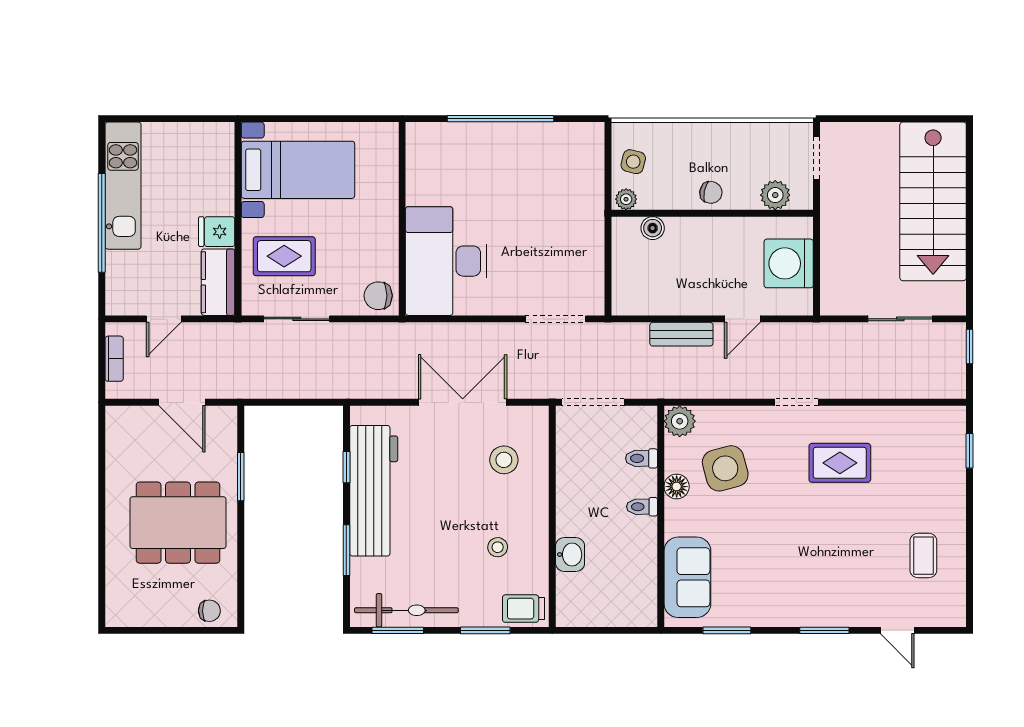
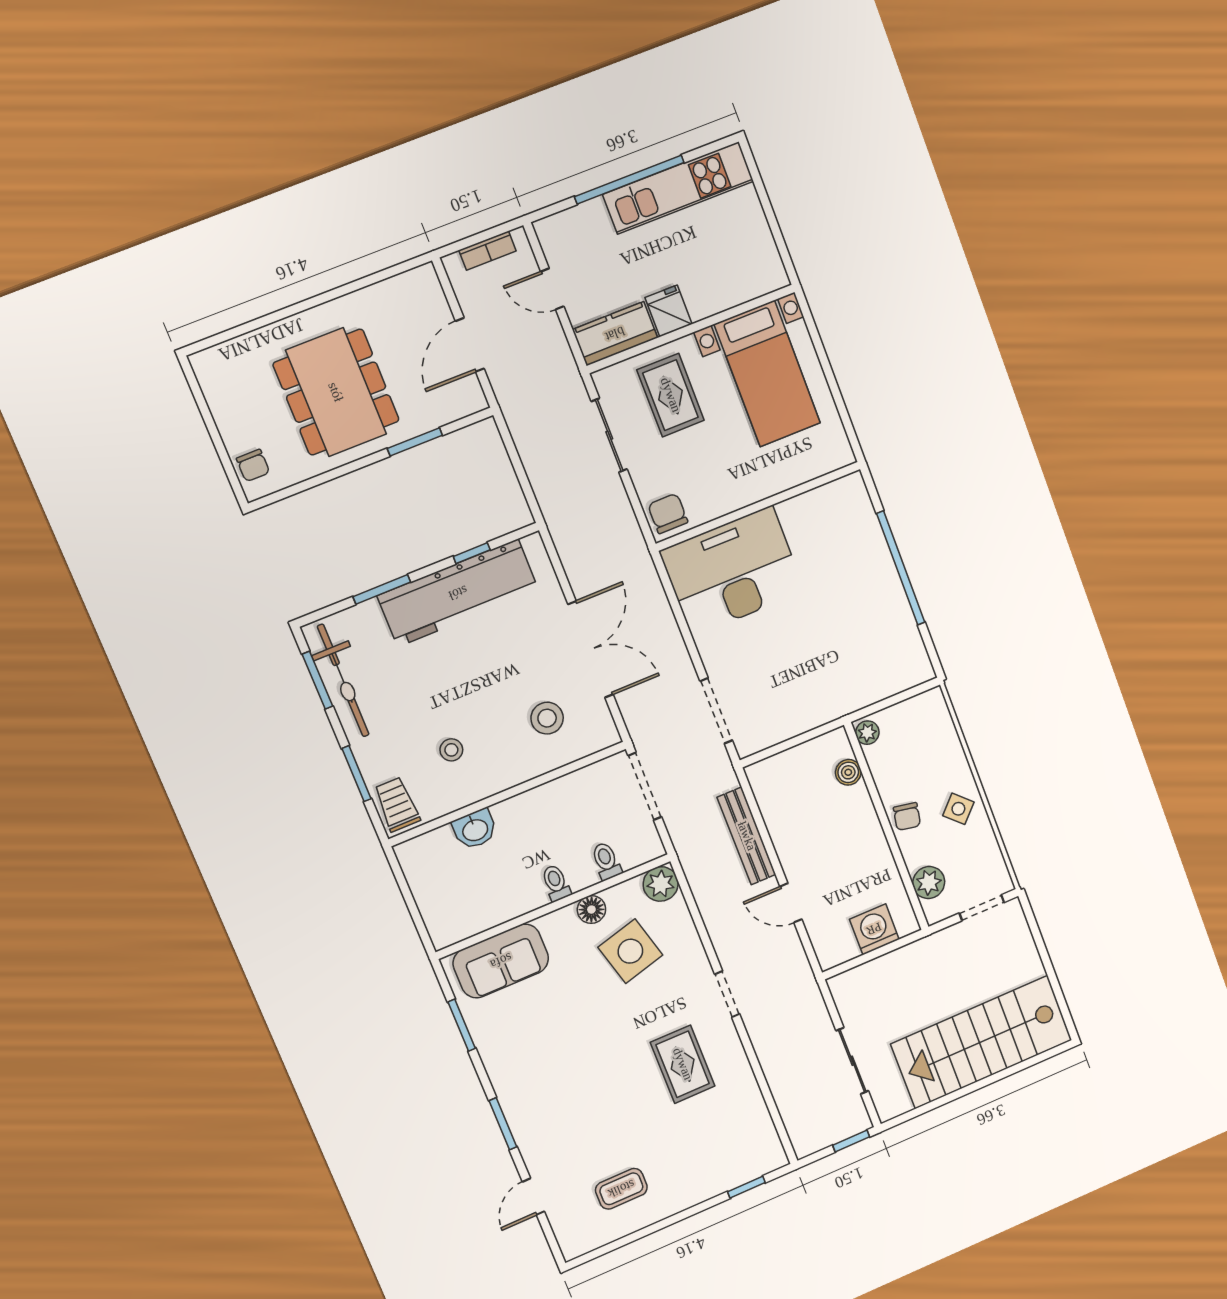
side table: (633, 162) -> (958, 809), moved, turned 30
washing machine: (789, 263) -> (874, 929), width x0.73, depth x0.73
bench: (681, 334) -> (747, 836), width x1.36

